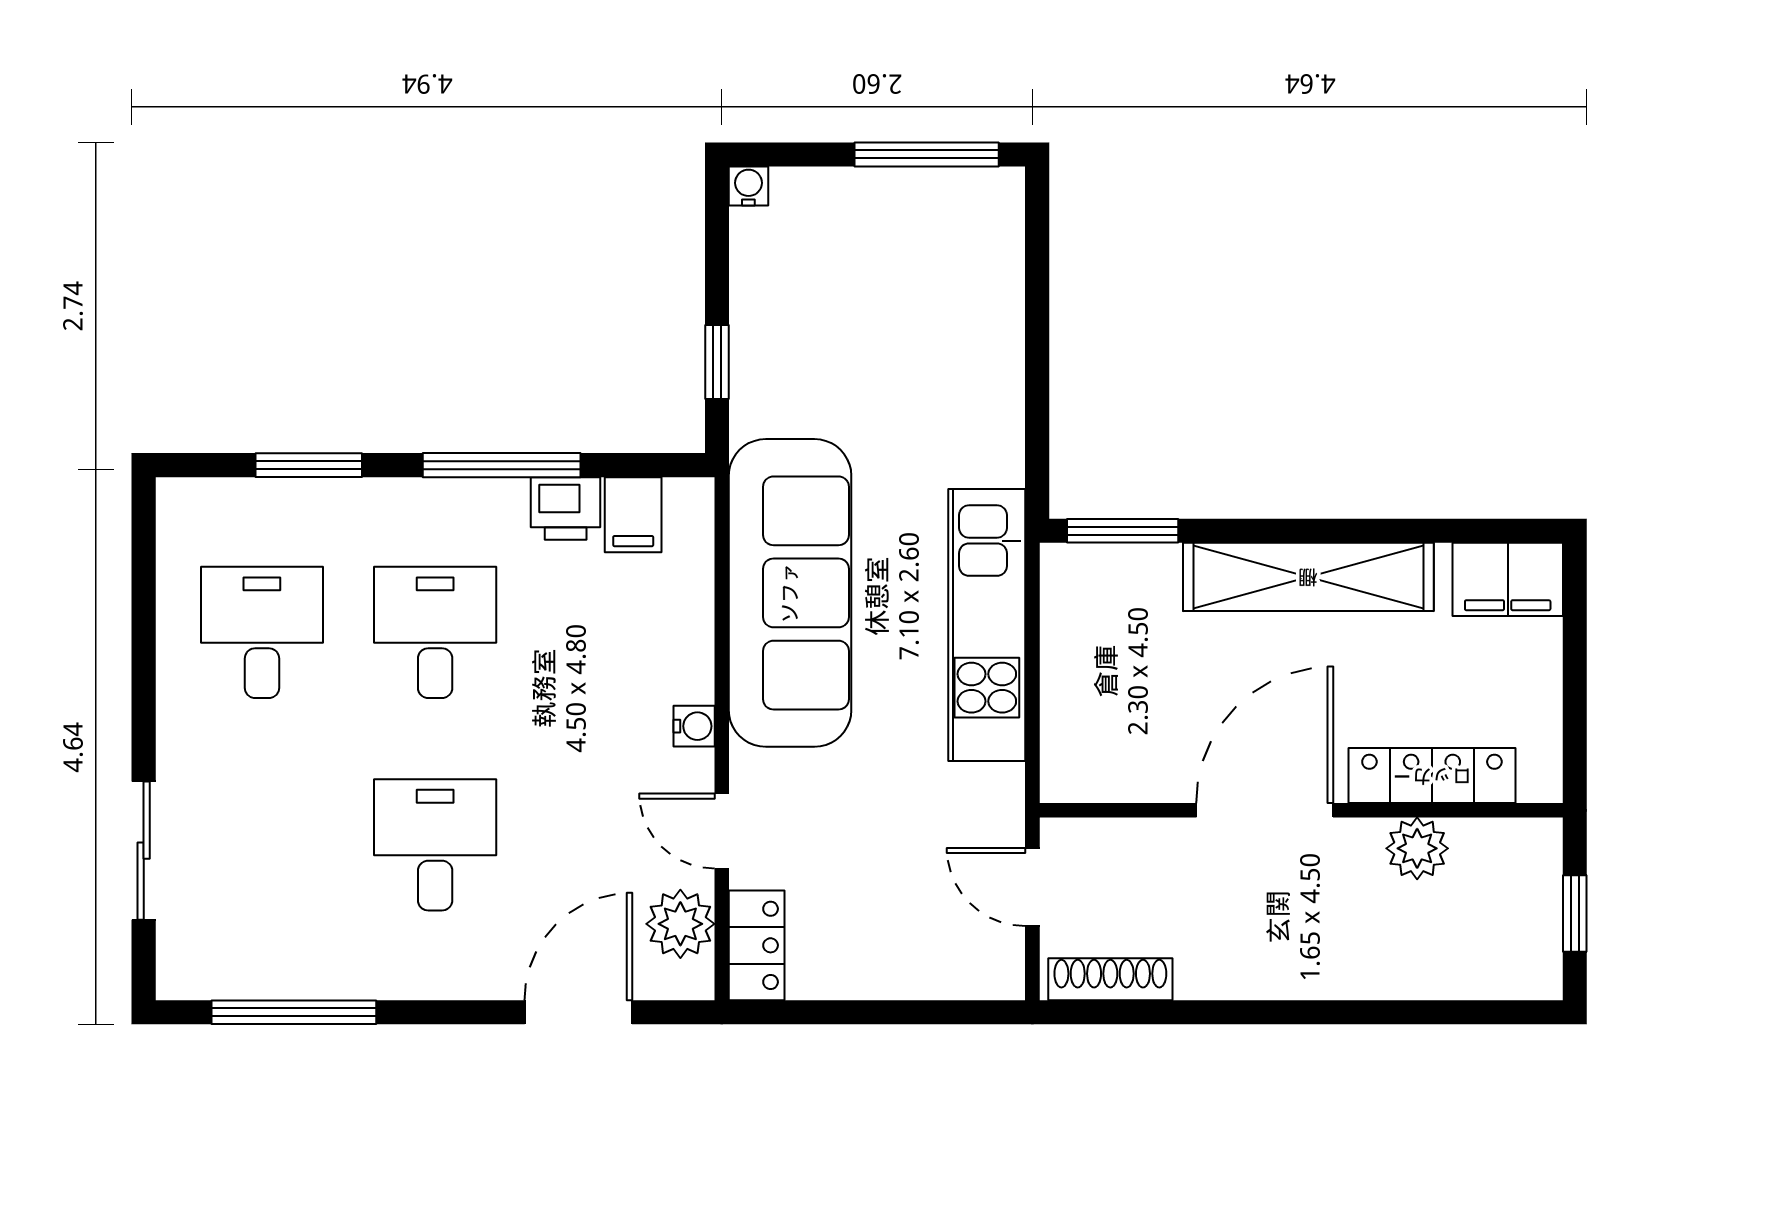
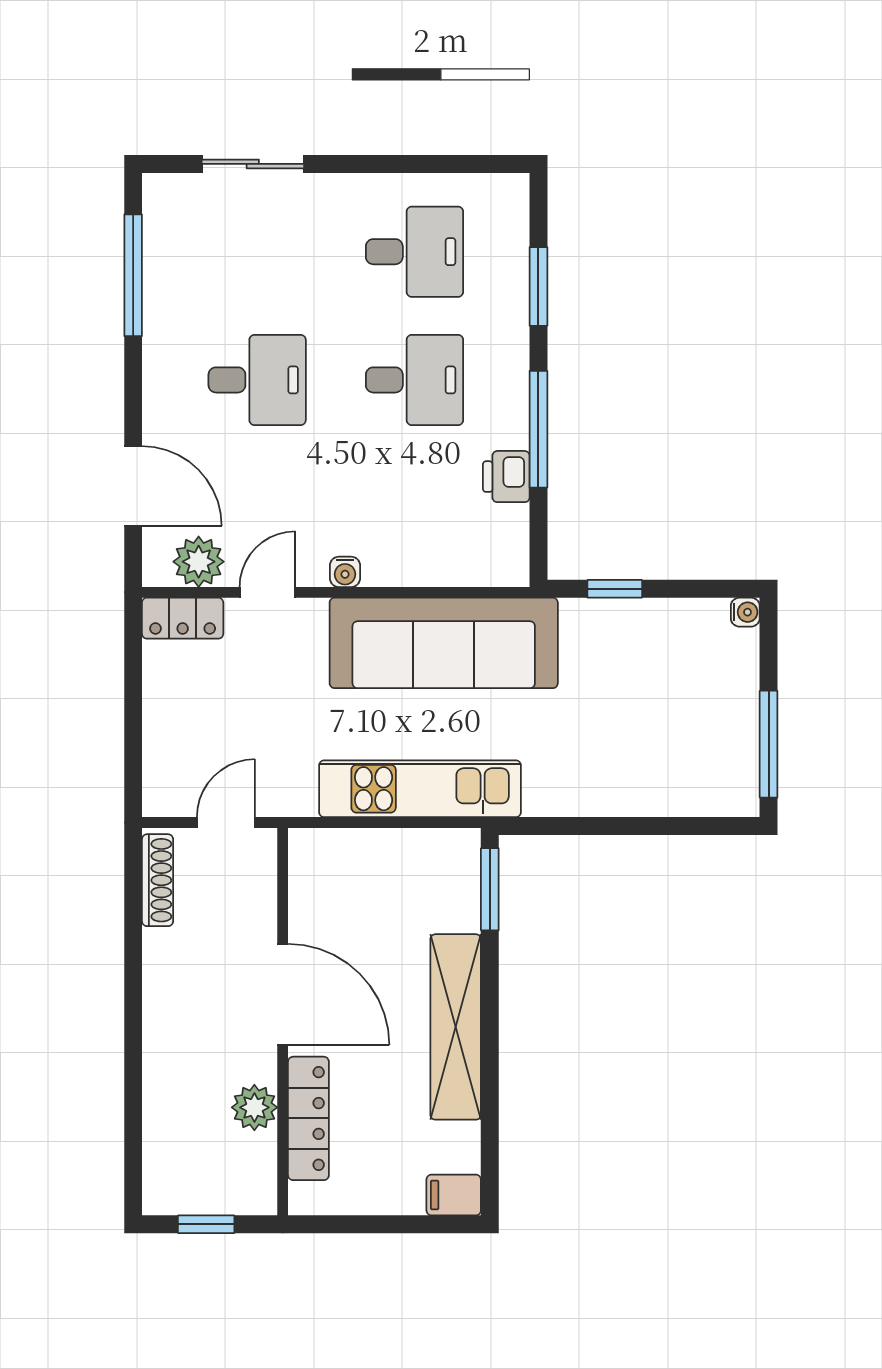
filing cabinet: (633, 515) -> (502, 527), removed
filing cabinet: (1508, 579) -> (454, 1195), width x0.50

